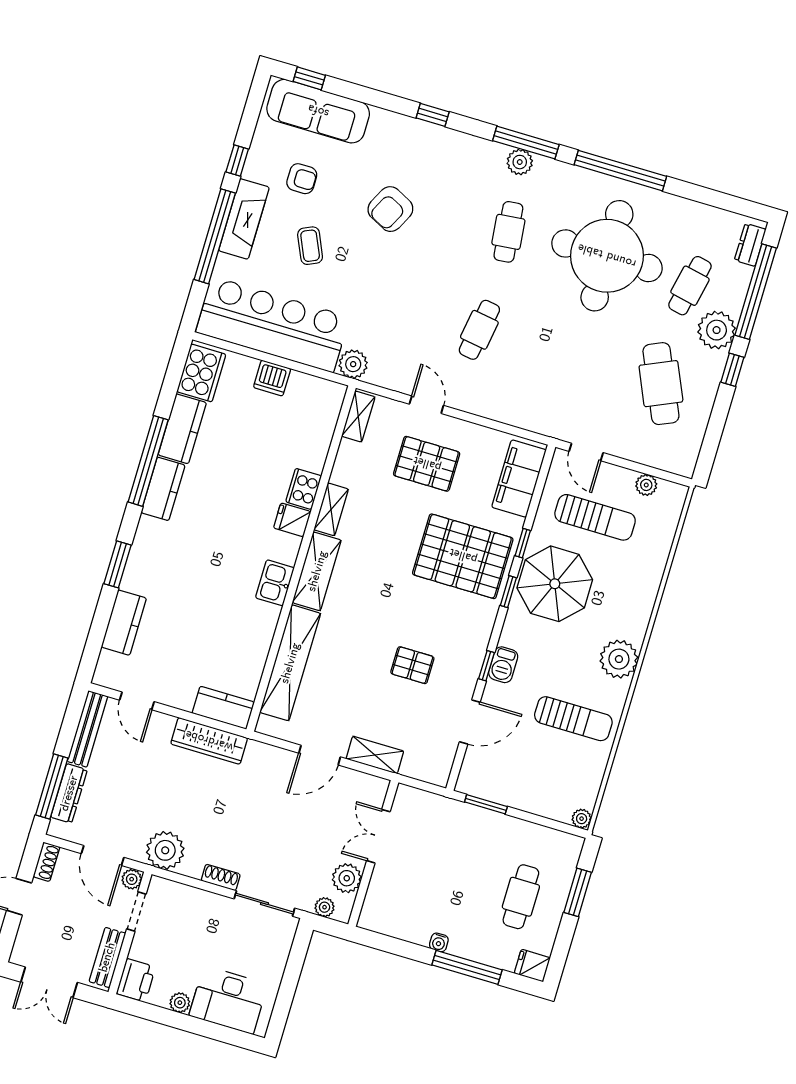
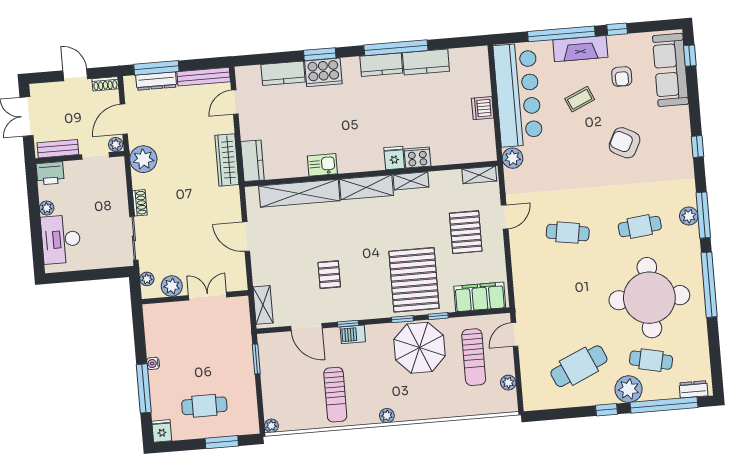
cooker: (201, 373) -> (323, 72), moved
kitchen sink: (275, 583) -> (322, 165), moved
plant: (619, 659) -> (387, 416), width x0.53, depth x0.53
shelving: (375, 755) -> (263, 305), moved

